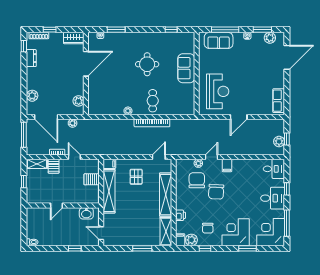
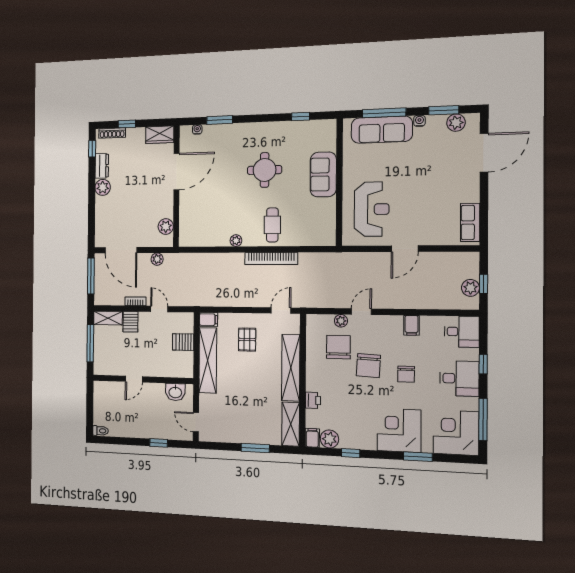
sofa: (219, 40) -> (382, 130), width x1.36
plant: (32, 96) -> (103, 187), moved
filing cabinet: (227, 165) -> (411, 325), moved
window: (24, 182) -> (90, 343), width x2.17
chair: (208, 228) -> (406, 374), moved

